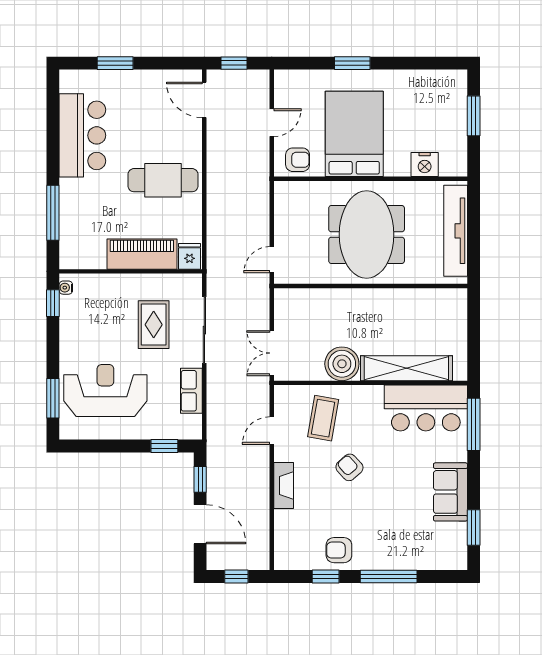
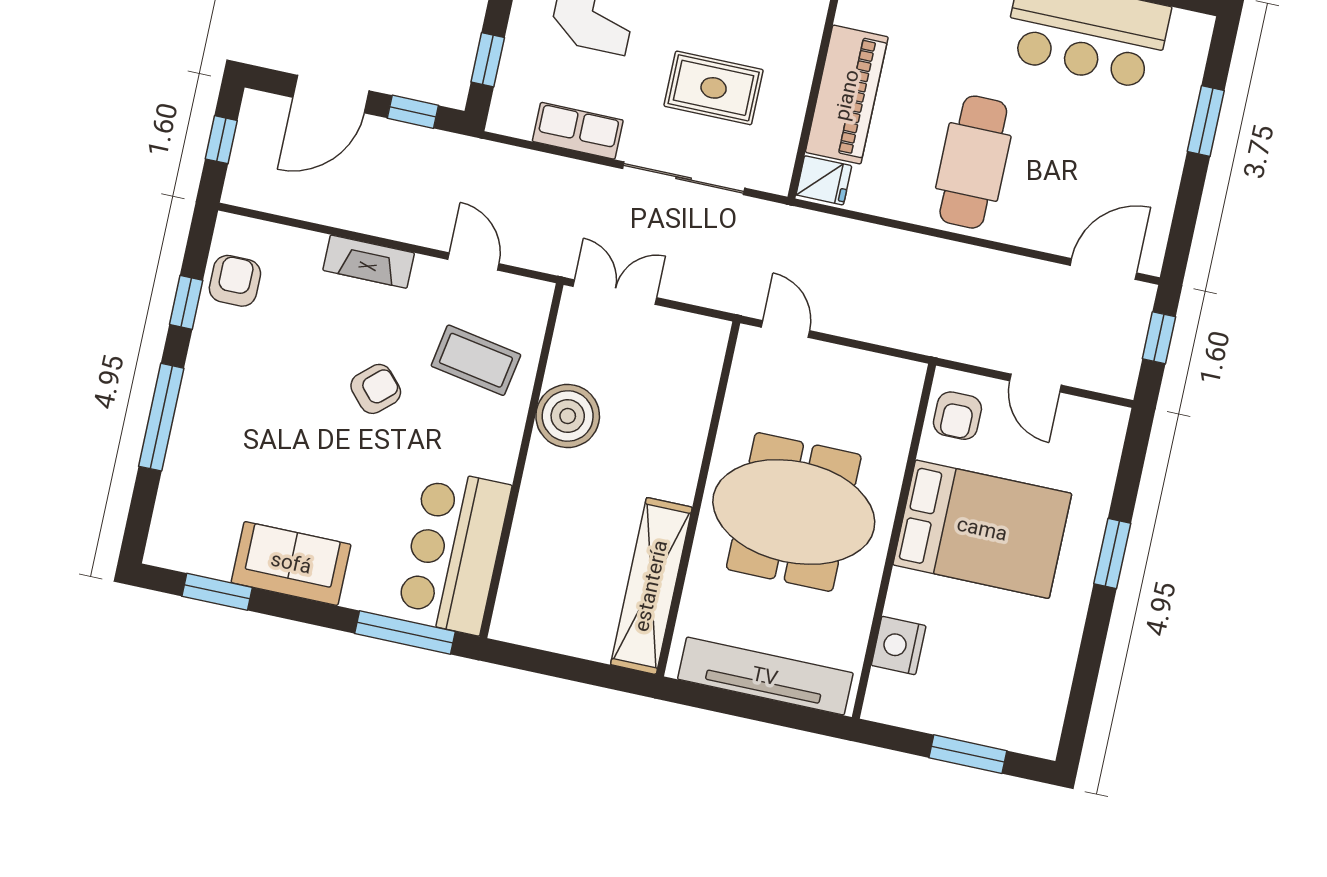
shelving: (406, 368) -> (651, 586), moved
armchair: (339, 550) -> (235, 281), moved

